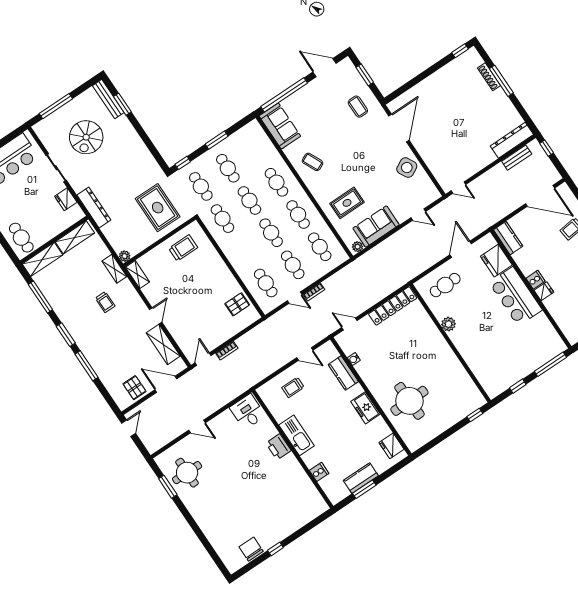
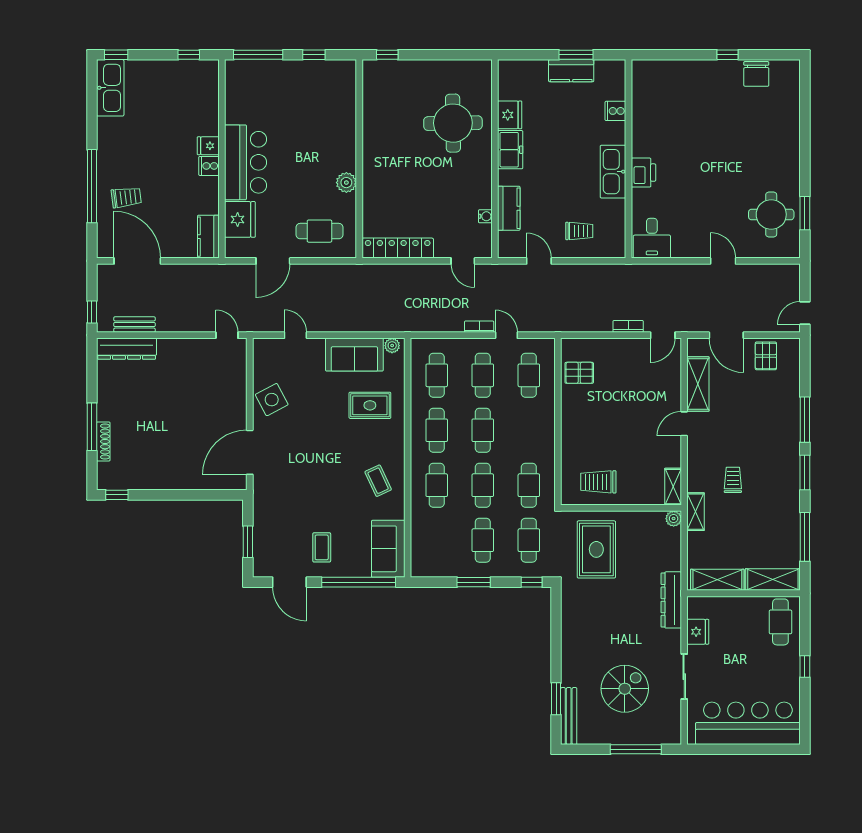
coffee table: (358, 107) -> (322, 547), moved
fridge: (391, 446) -> (510, 115), moved

